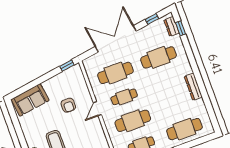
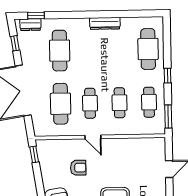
cafe table: (133, 121) -> (120, 103), width x0.73, depth x0.74

